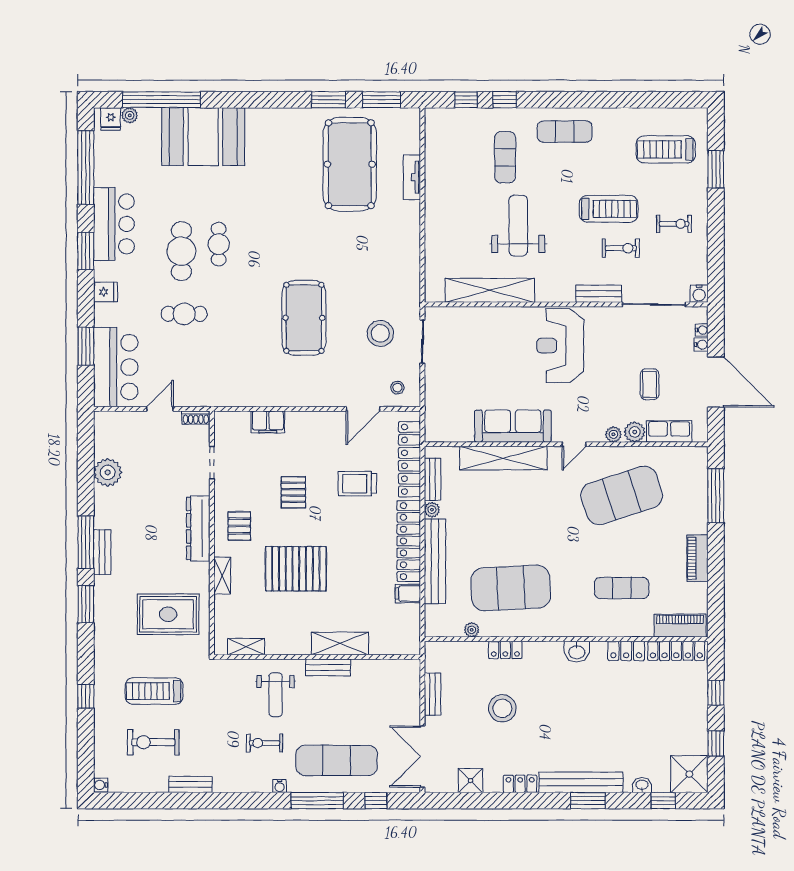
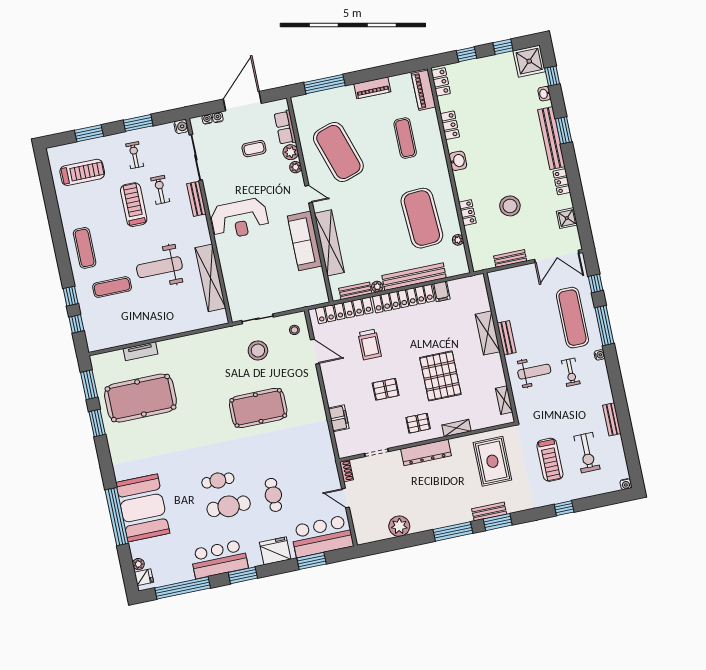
window: (162, 100) -> (117, 517), moved
treadmill: (666, 149) -> (82, 172), turned -90
window: (716, 237) -> (138, 123), added
fridge: (105, 292) -> (275, 551), width x1.88, depth x1.34
bench: (102, 552) -> (489, 511), moved
locker: (676, 651) -> (441, 82), width x0.66

